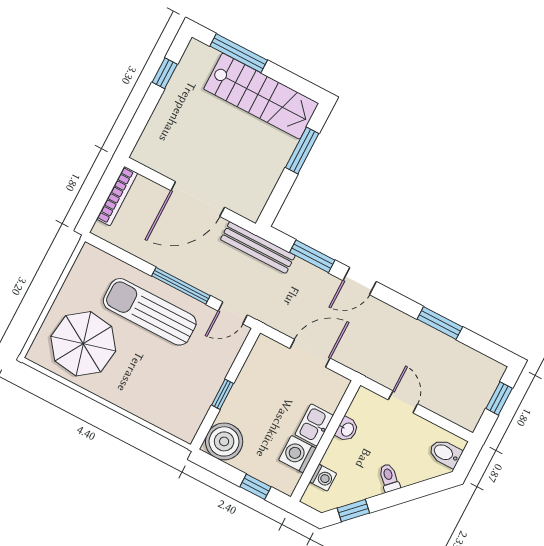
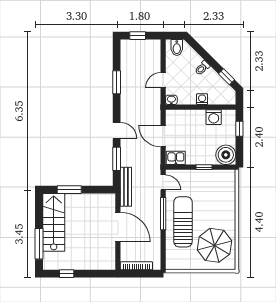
sun lounger: (150, 312) -> (183, 222), turned 180
kitchen sink: (314, 425) -> (176, 158), moved, turned 180
washbasin: (347, 429) -> (171, 100), moved
washing machine: (323, 478) -> (202, 99), moved

